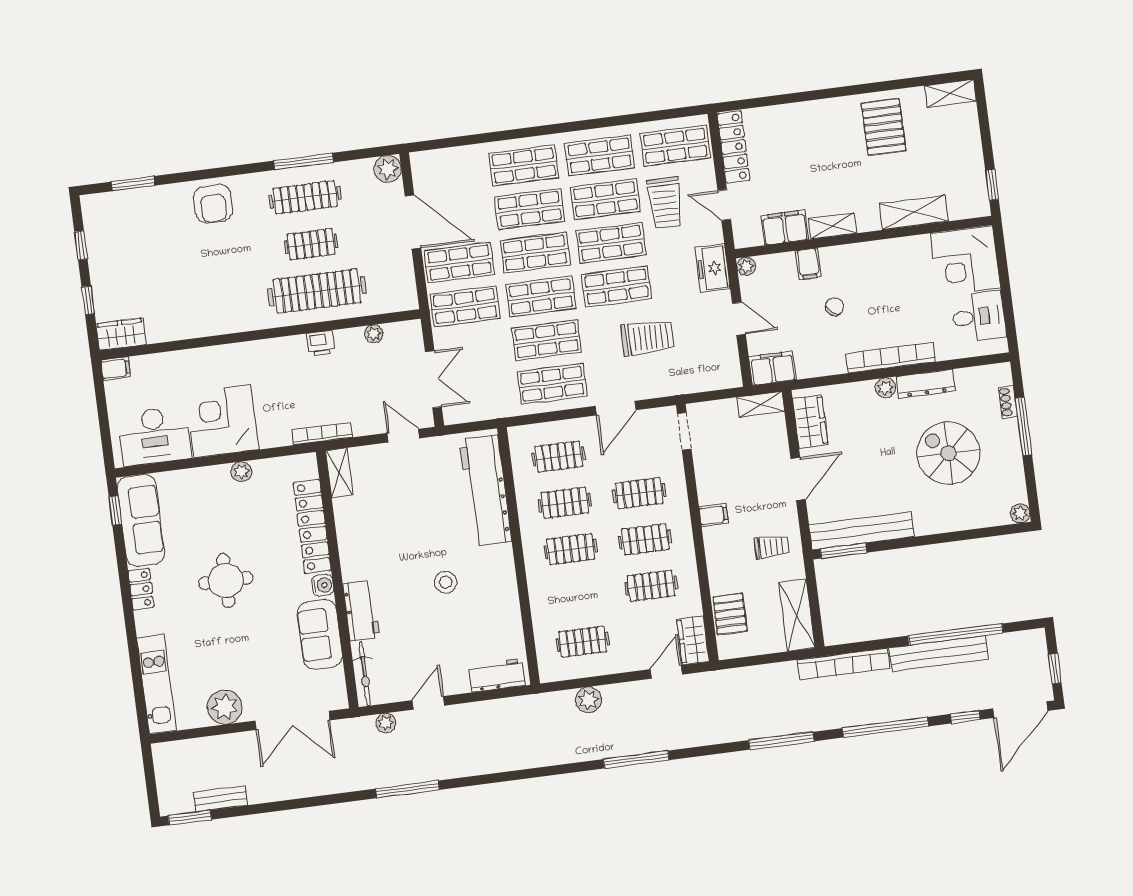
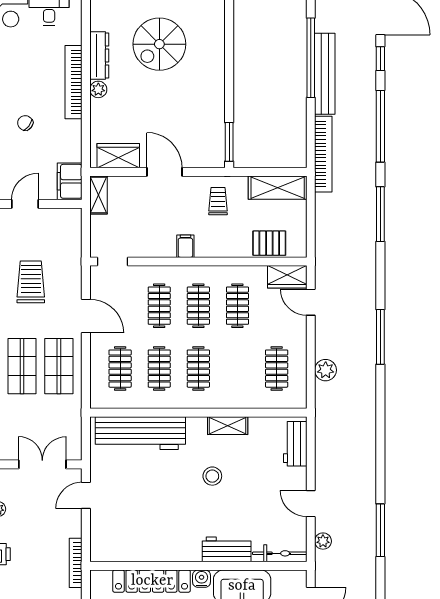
shelving: (339, 473) -> (228, 426), moved
bench: (861, 531) -> (214, 125), removed

